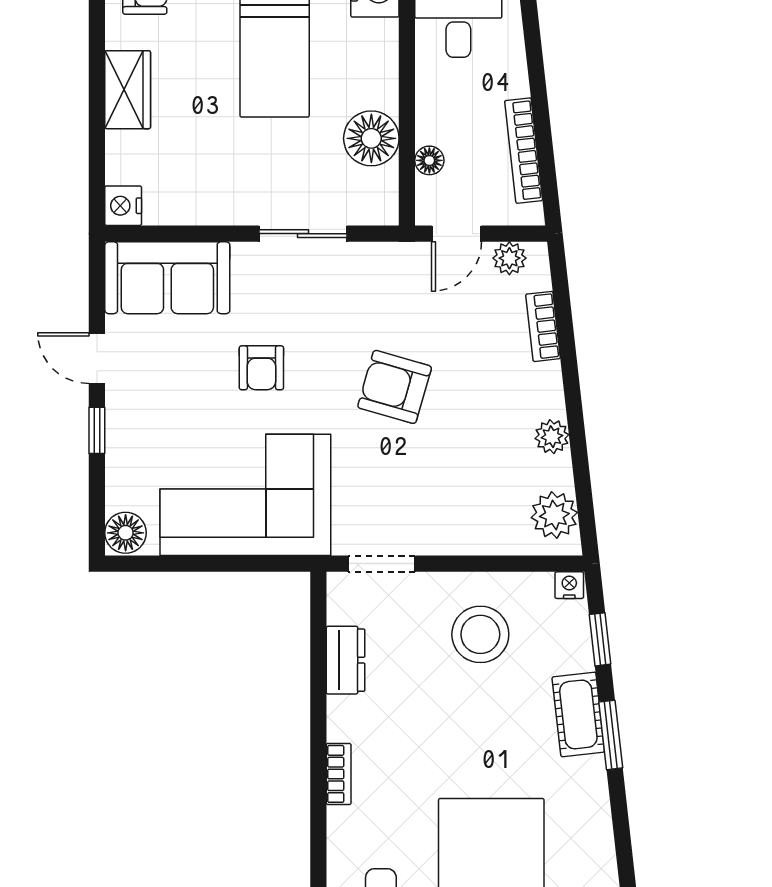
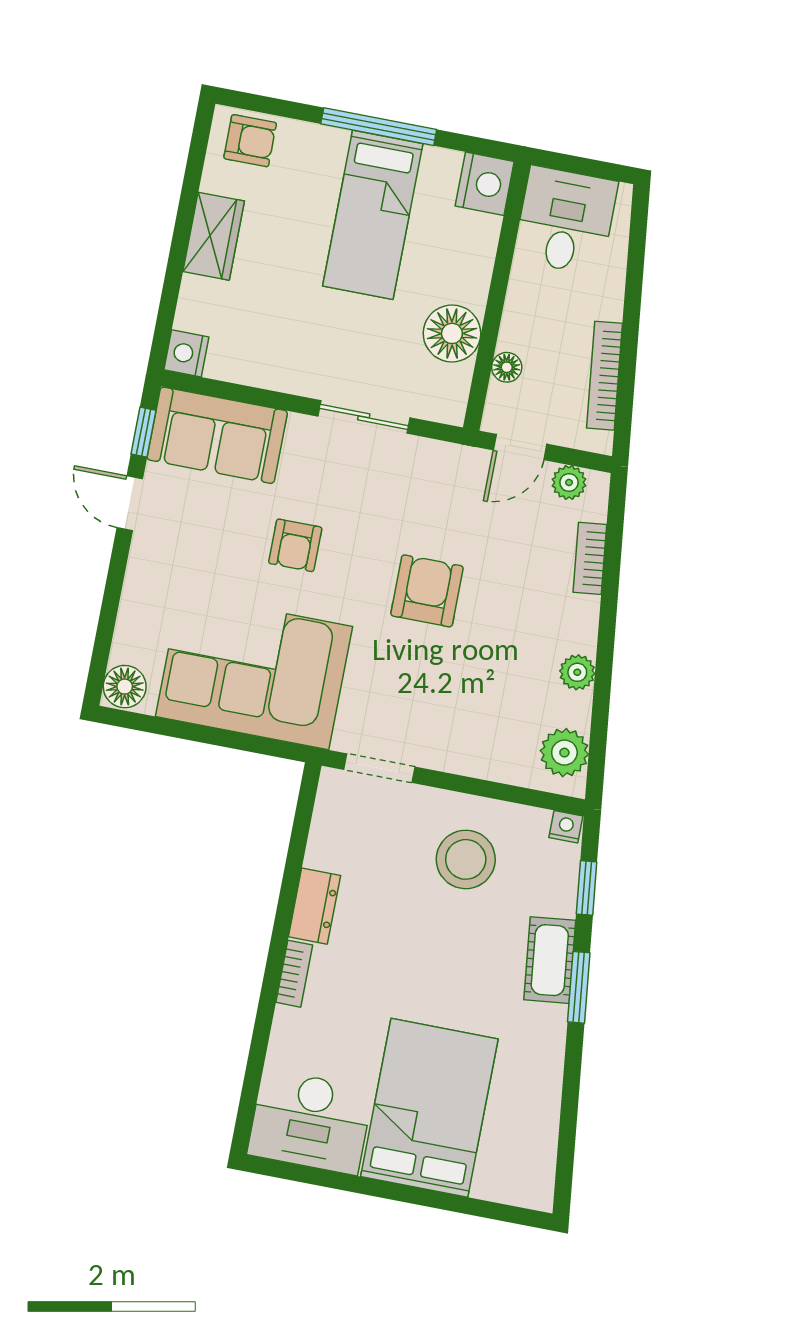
armchair: (395, 387) -> (427, 591), turned 74
window: (97, 430) -> (143, 432), moved
dresser: (345, 660) -> (314, 906), moved

